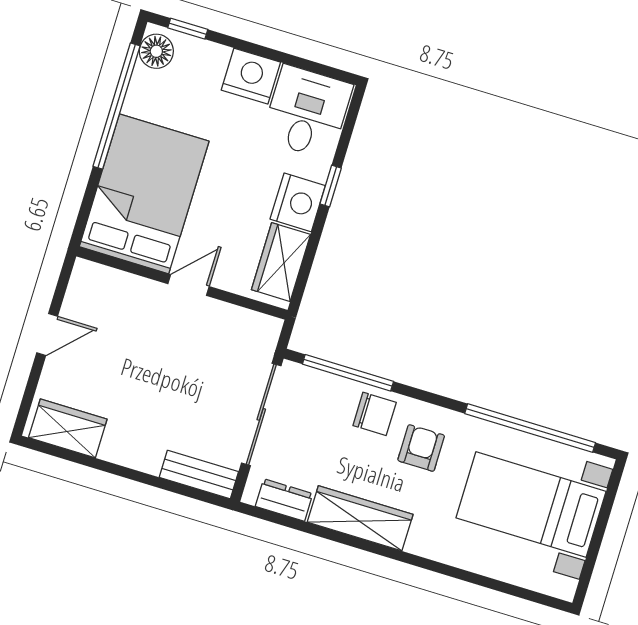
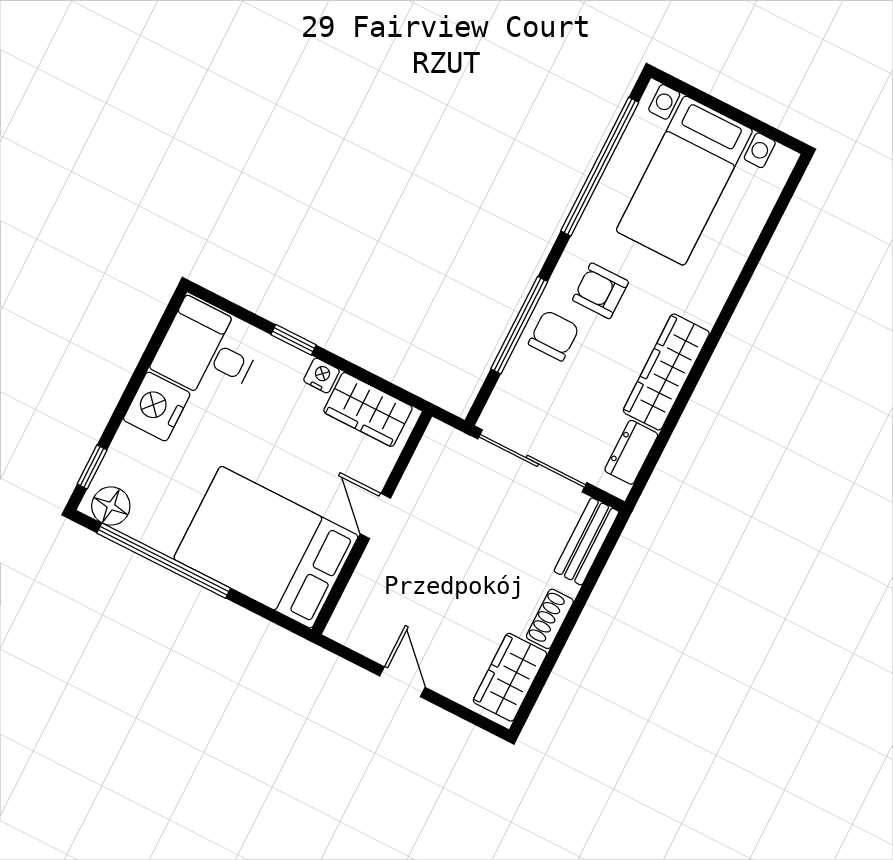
nightstand: (298, 202) -> (322, 375), width x0.53, depth x0.56
window: (348, 373) -> (519, 325), moved
shoe rack: (125, 454) -> (550, 619), added

